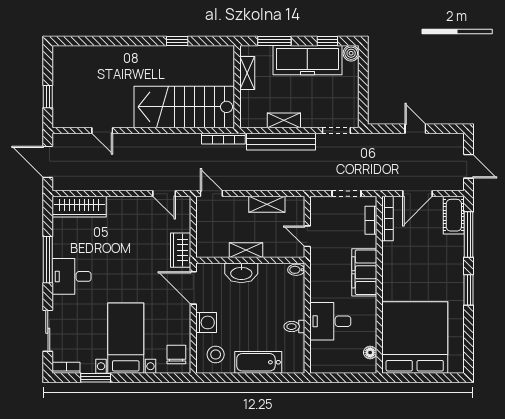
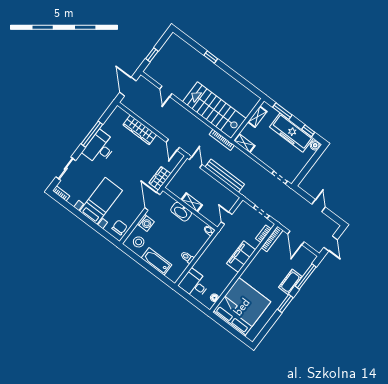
window: (177, 41) -> (211, 57), moved
shelving: (284, 120) -> (244, 143), moved
bench: (281, 142) -> (225, 176), moved
door: (417, 194) -> (296, 238), hinge flipped
shelving: (267, 204) -> (219, 188), removed
wardrobe: (79, 207) -> (140, 130), moved
cot: (454, 215) -> (290, 282), moved
desk: (72, 276) -> (100, 148), width x1.37
desk: (330, 321) -> (194, 284), moved
window: (96, 378) -> (72, 209), removed

